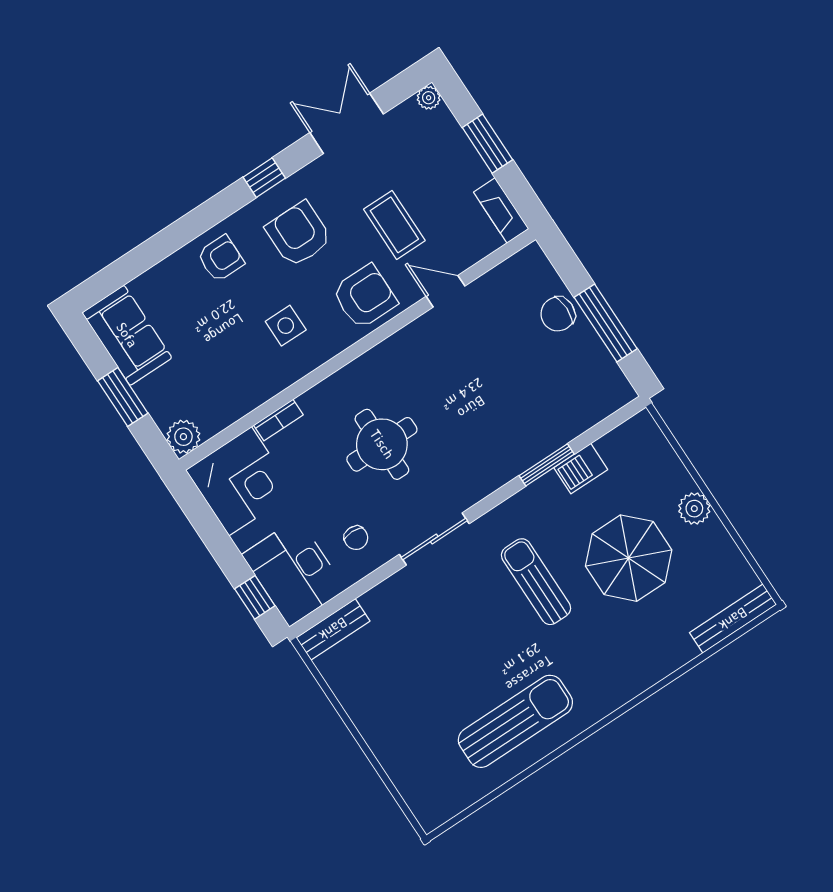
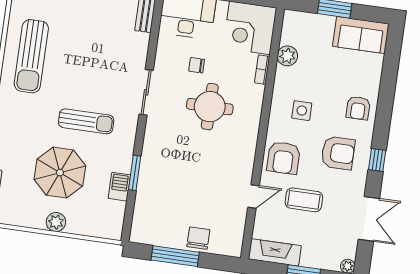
fireplace: (501, 210) -> (275, 252), width x1.37, depth x1.32
plant: (183, 437) -> (287, 56), moved
chair: (356, 538) -> (197, 65), moved

